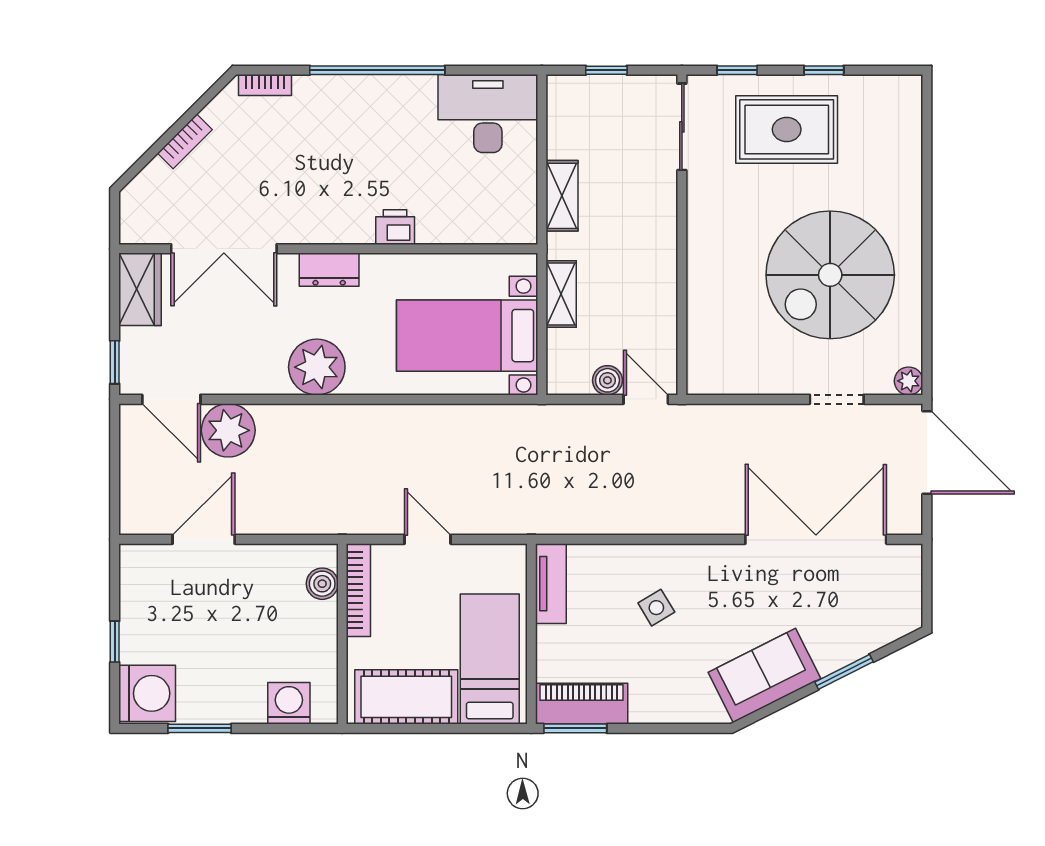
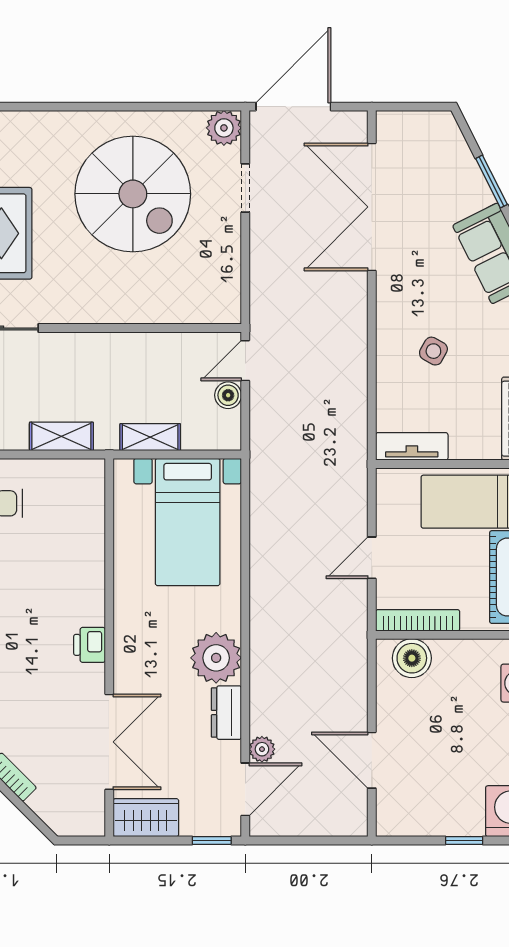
printer: (395, 227) -> (90, 645), moved
dresser: (329, 270) -> (226, 713), moved, turned 180
plant: (909, 381) -> (224, 128), width x1.38, depth x1.38
plant: (228, 430) -> (262, 749), width x0.53, depth x0.53
boiler: (322, 584) -> (412, 658), width x1.36, depth x1.36
side table: (656, 608) -> (433, 351), turned -30

